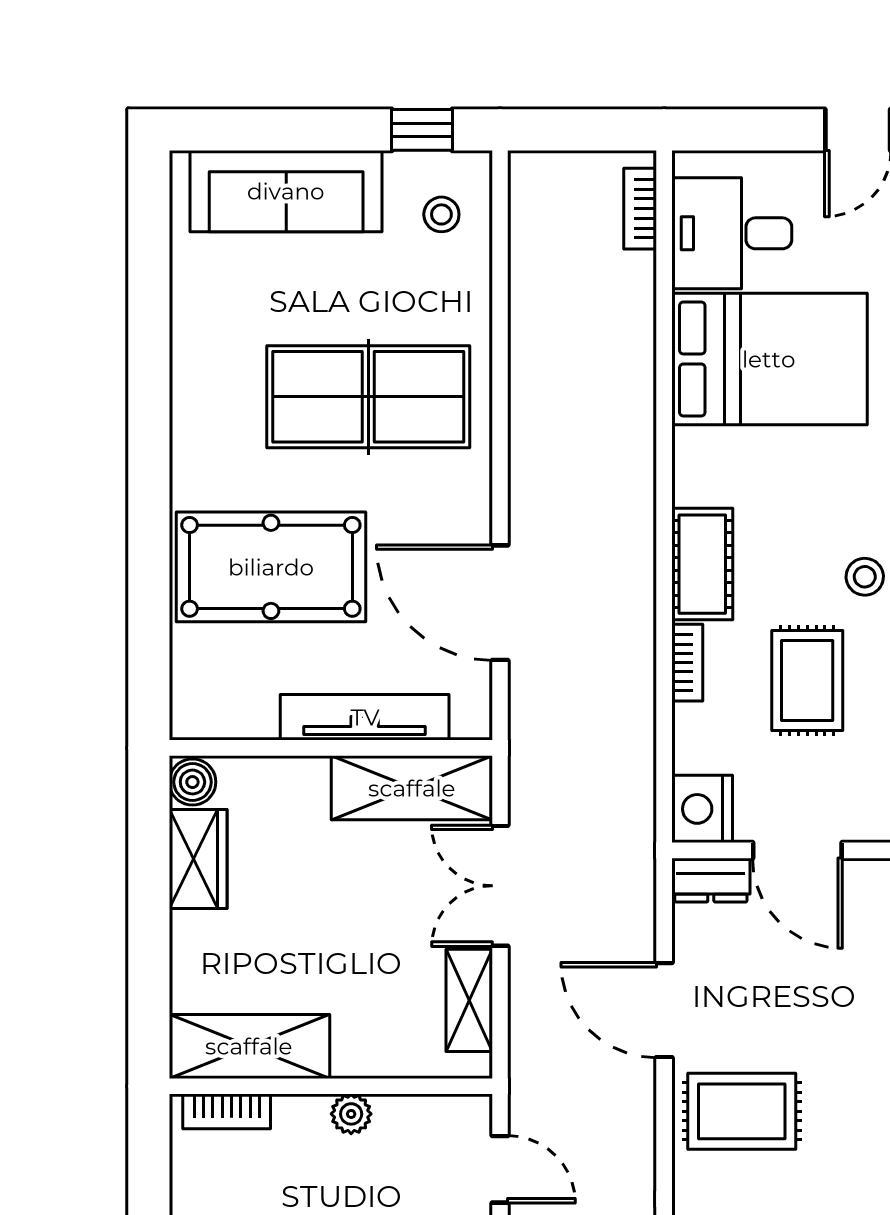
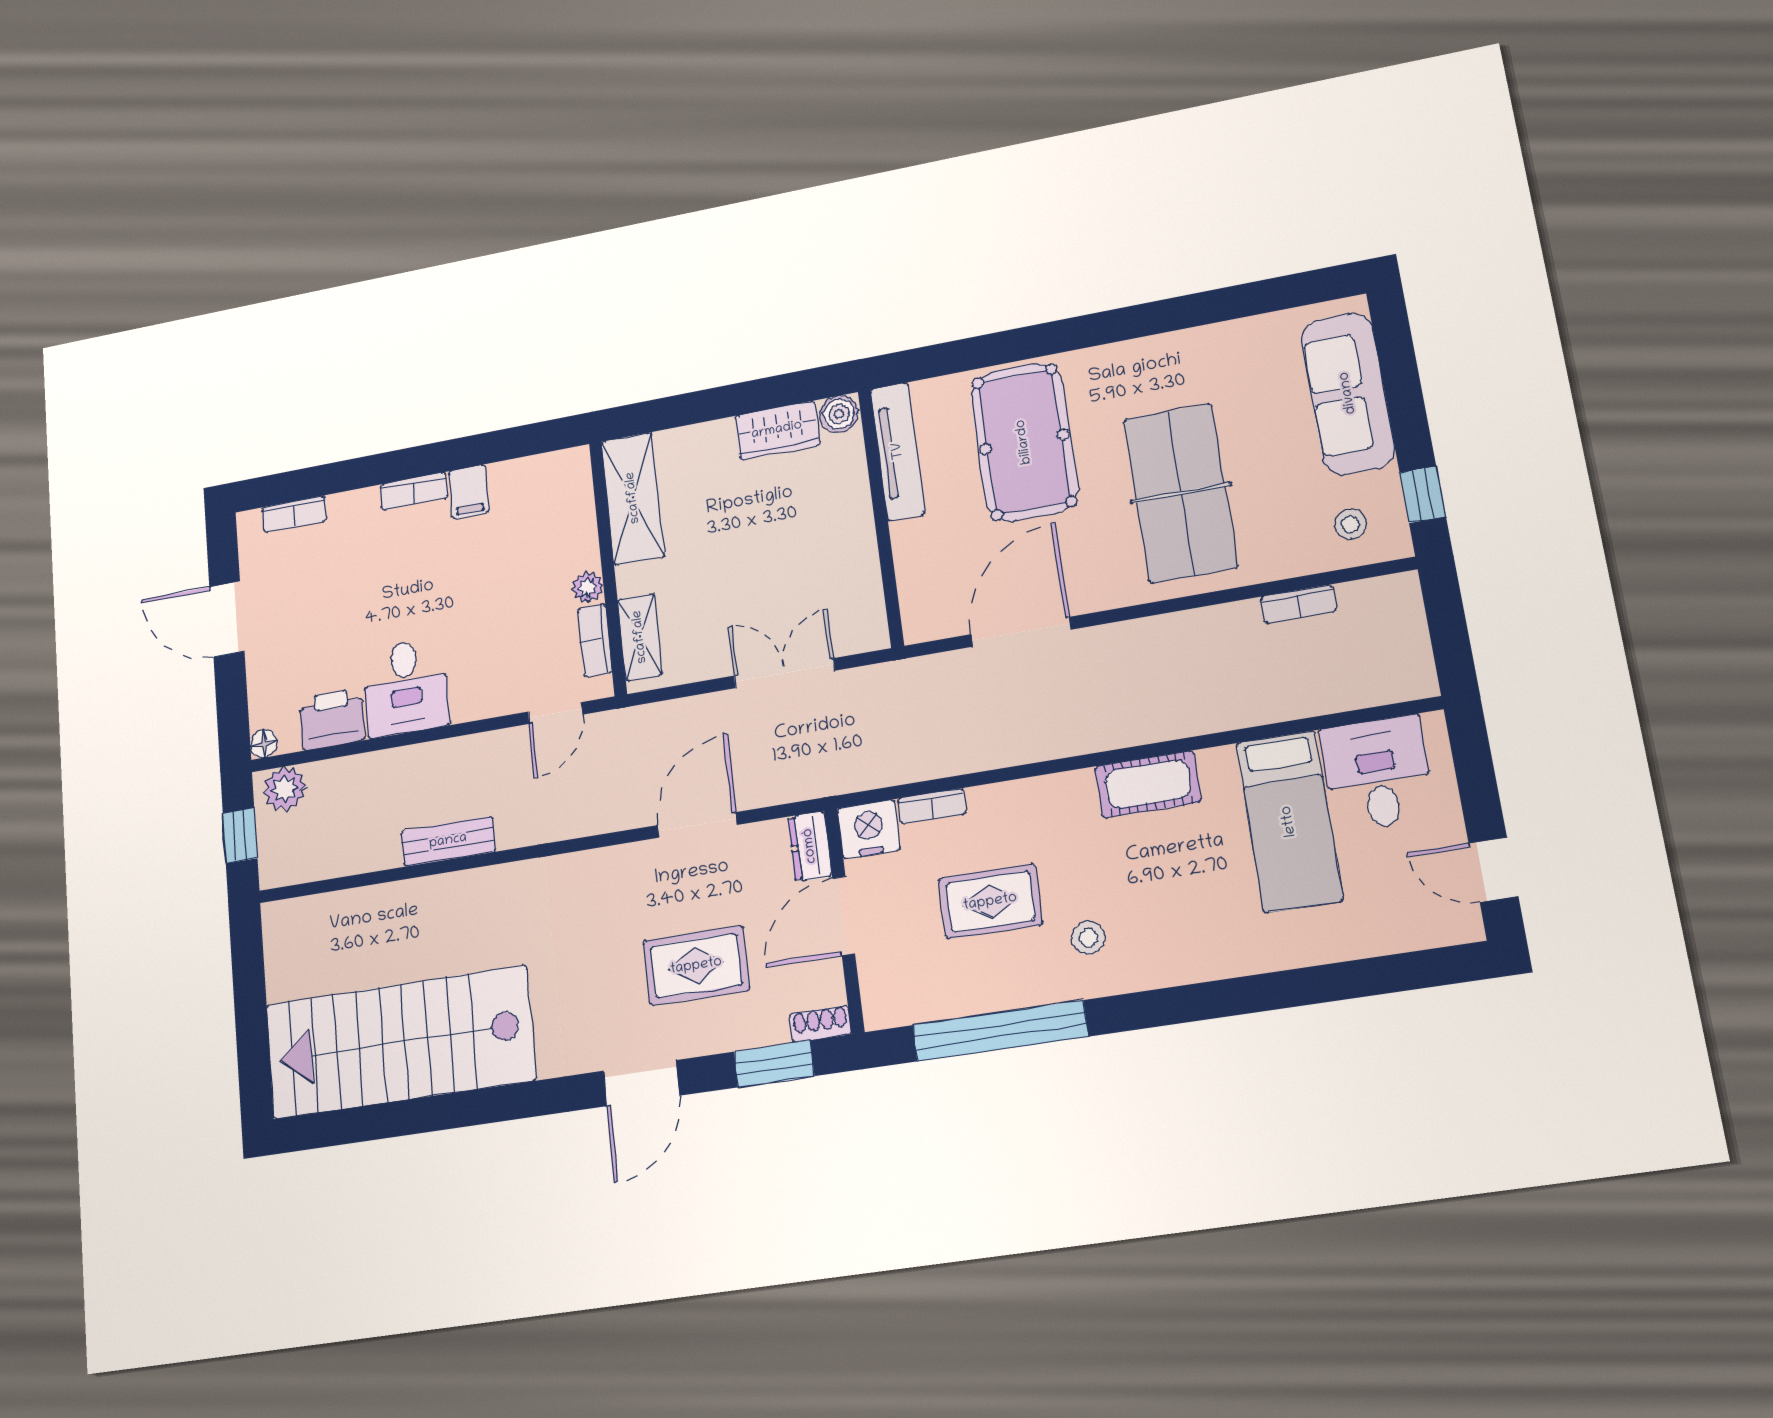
bookcase: (640, 209) -> (1298, 604), moved, turned 180
bed: (769, 359) -> (1289, 821), width x0.67
cot: (702, 564) -> (1148, 784), moved
bookcase: (687, 663) -> (932, 806), moved
tv unit: (365, 717) -> (898, 451), moved
shelving: (412, 788) -> (856, 588), removed
shelving: (469, 1000) -> (640, 637), moved, turned 90
bookcase: (227, 1111) -> (595, 640), moved
rug: (742, 1111) -> (696, 966), moved, turned 90

